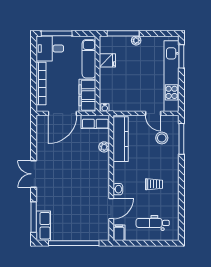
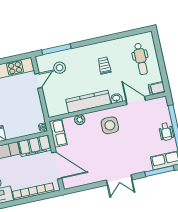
kitchen counter: (121, 139) -> (88, 102), moved
side table: (92, 177) -> (110, 125), added
wheelchair: (73, 233) -> (166, 132), added

